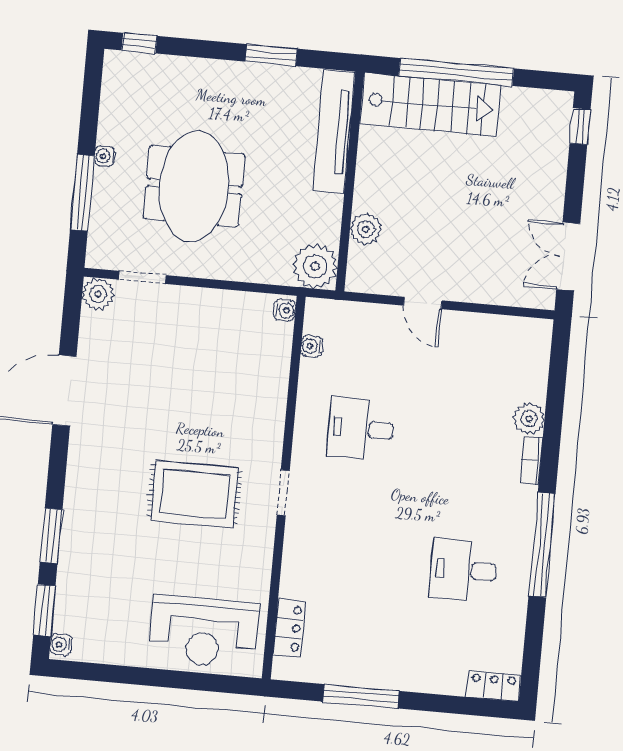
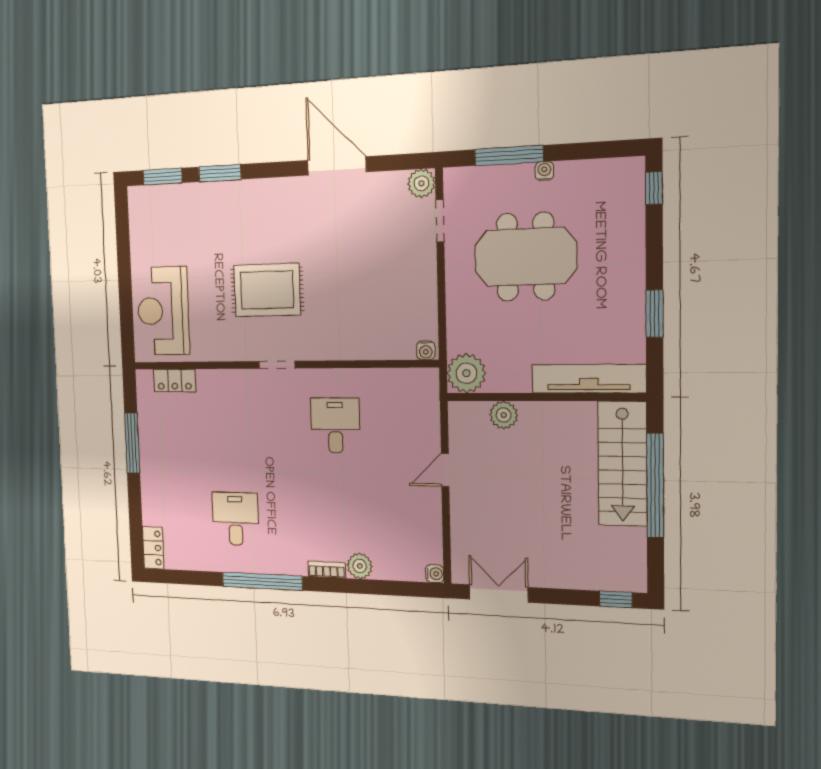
water cooler: (312, 346) -> (435, 574), moved, turned 90
rug: (194, 494) -> (267, 290), turned 90
water cooler: (61, 644) -> (139, 194), removed

